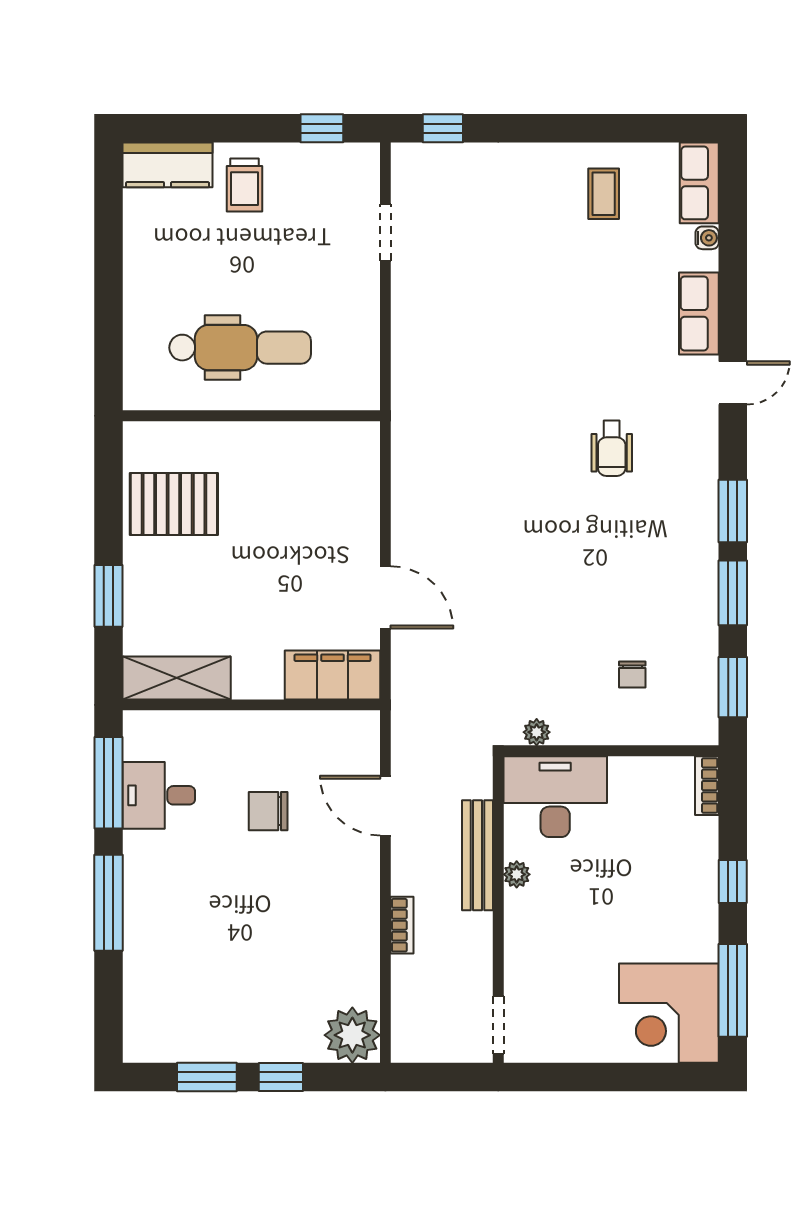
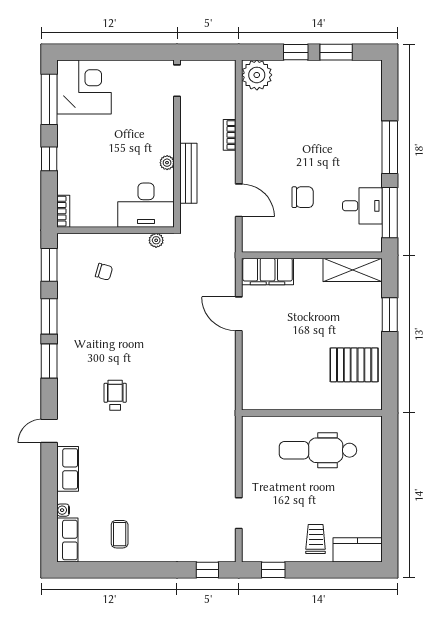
chair: (632, 675) -> (104, 272), turned 106

